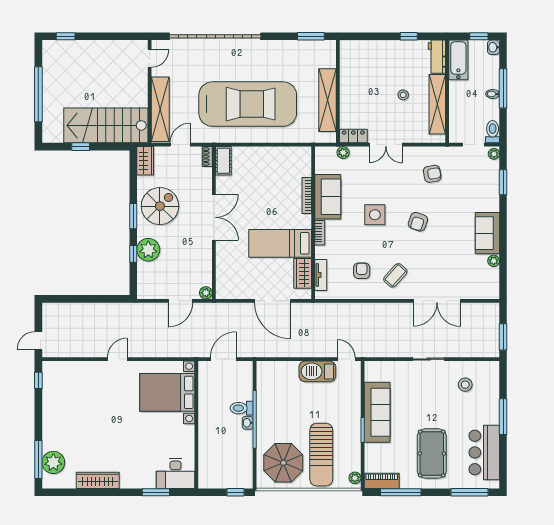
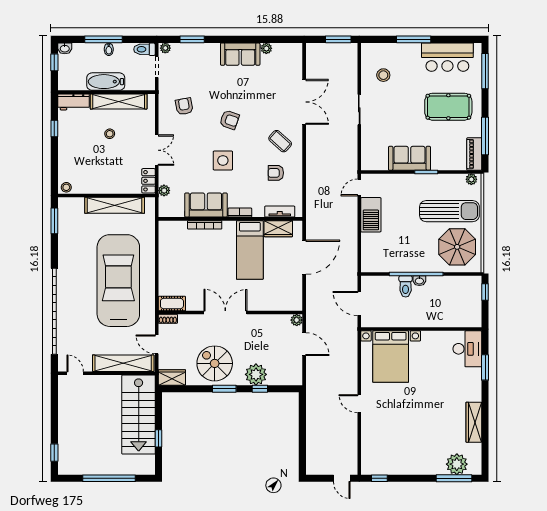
stool: (346, 49) -> (66, 187), added
bathtub: (458, 60) -> (106, 82), moved
sofa: (377, 412) -> (409, 158), width x0.73

